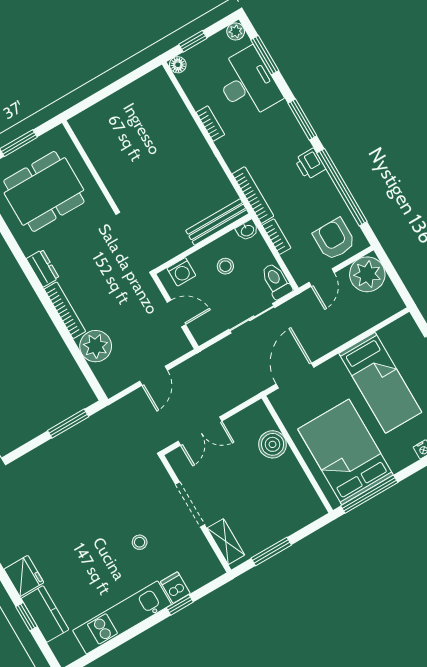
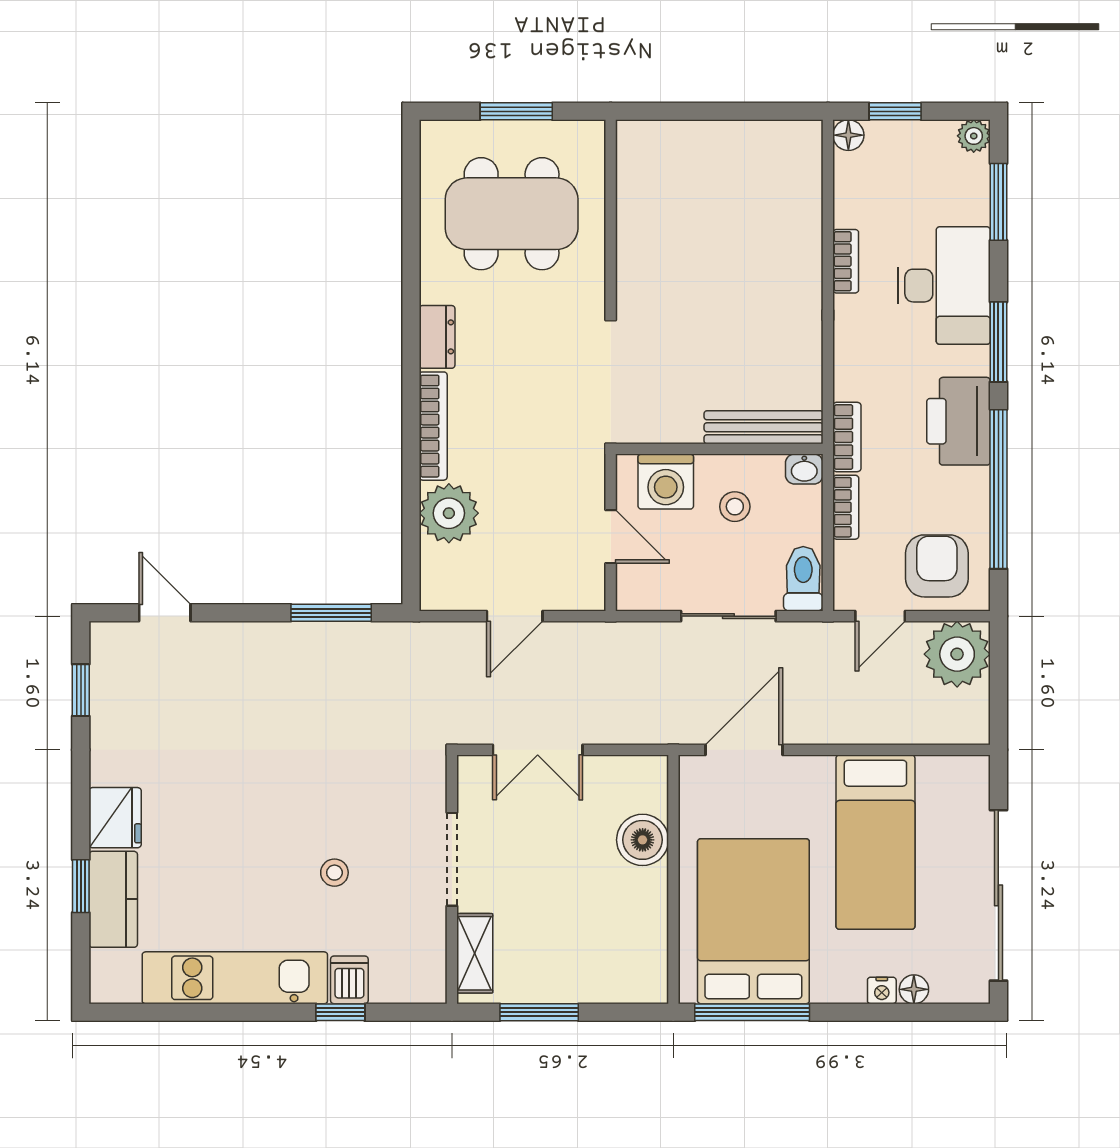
desk: (248, 83) -> (944, 286), moved
printer: (310, 164) -> (958, 421), width x1.87, depth x1.48
bookcase: (253, 195) -> (847, 437), width x0.64
washing machine: (181, 272) -> (666, 482), width x1.38, depth x1.38

